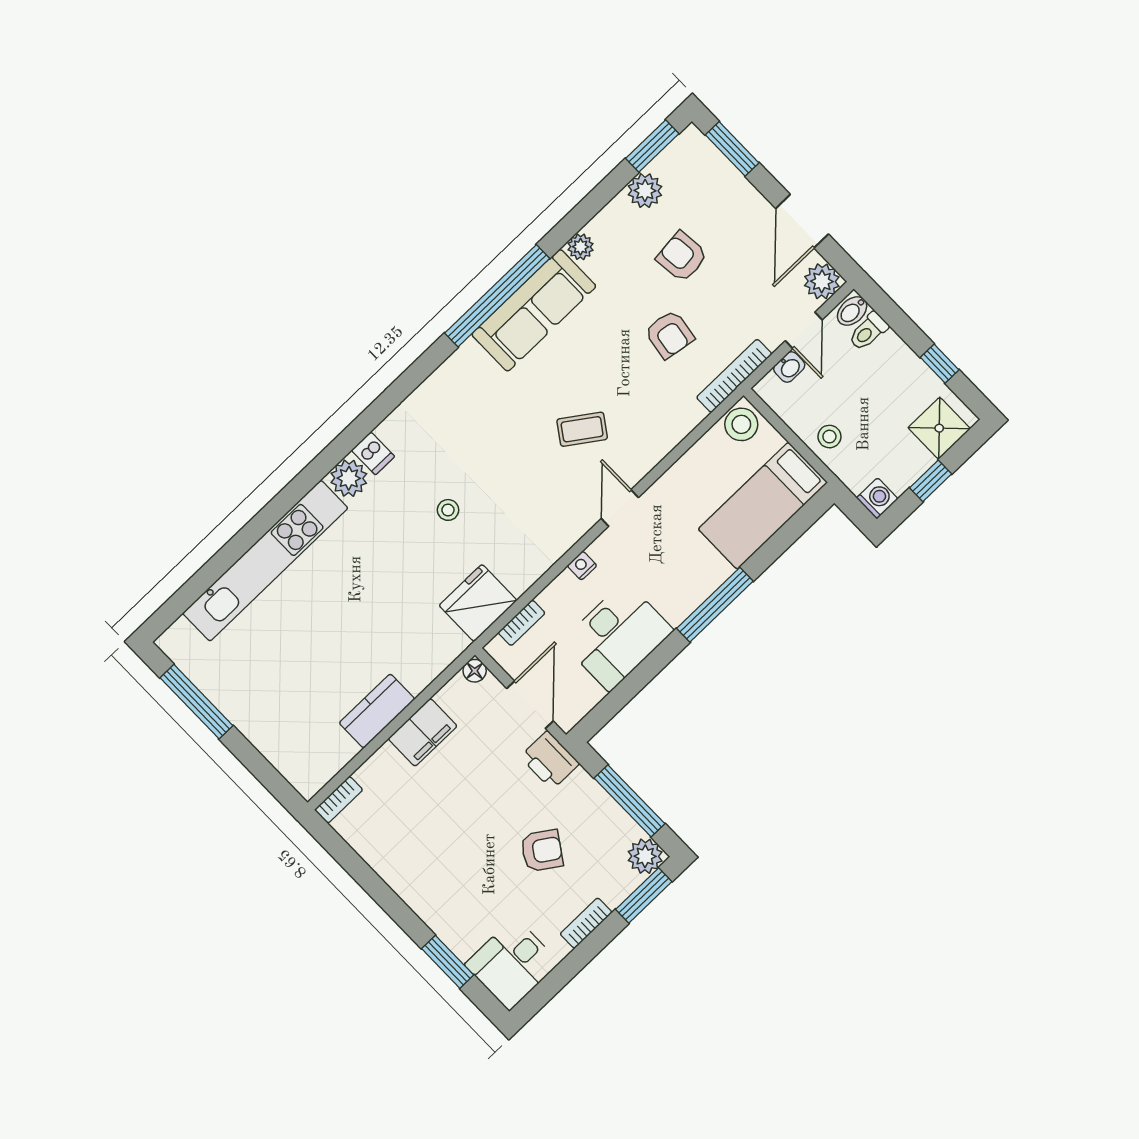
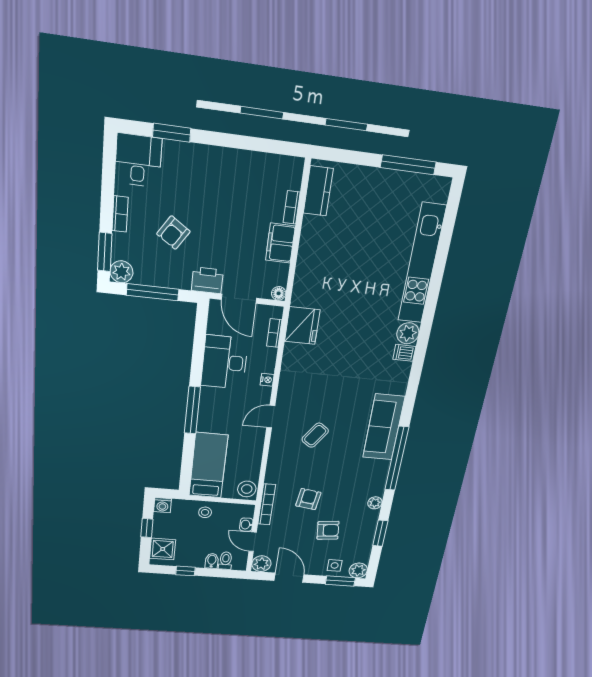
window: (652, 146) -> (380, 533), moved
side table: (719, 185) -> (335, 565), added
plant: (645, 191) -> (358, 570), moved
sofa: (534, 310) -> (384, 427), moved
bidet: (852, 311) -> (212, 561), moved
armchair: (669, 334) -> (308, 499), turned 89
door: (620, 508) -> (271, 417), swing flipped
stool: (448, 510) -> (350, 355), removed
kitchen counter: (377, 711) -> (318, 191), moved
bookcase: (339, 800) -> (292, 207), moved

